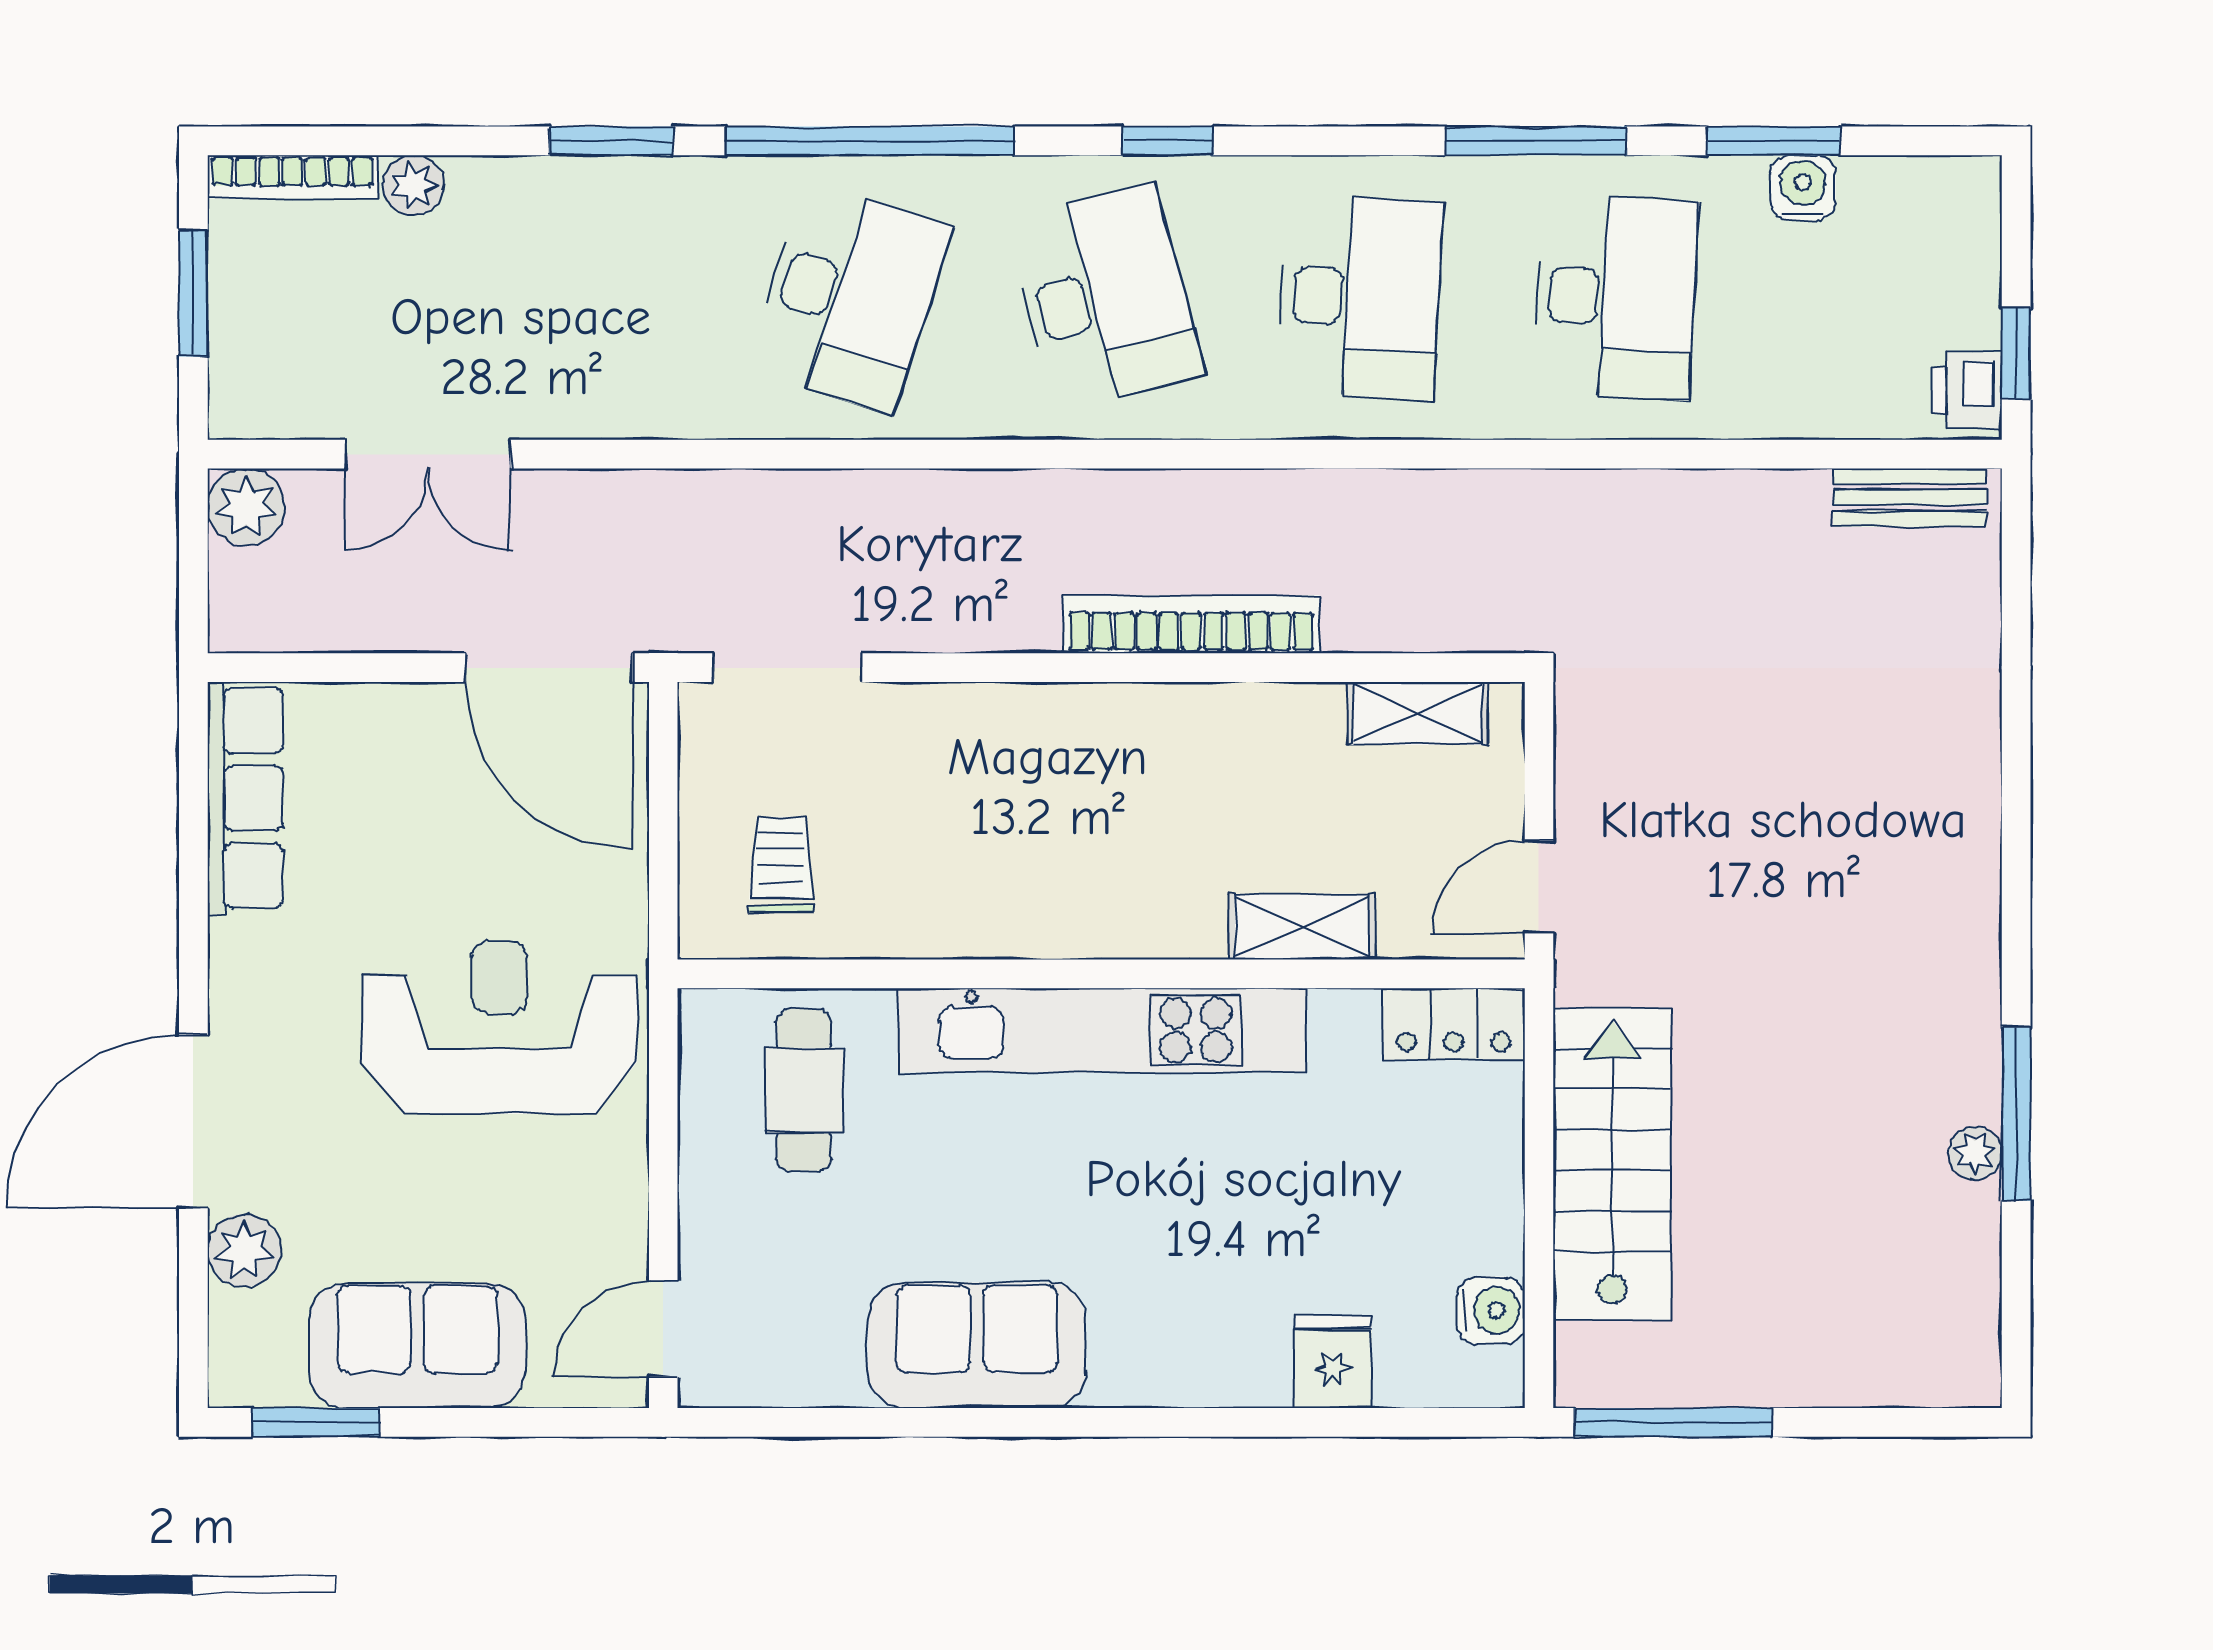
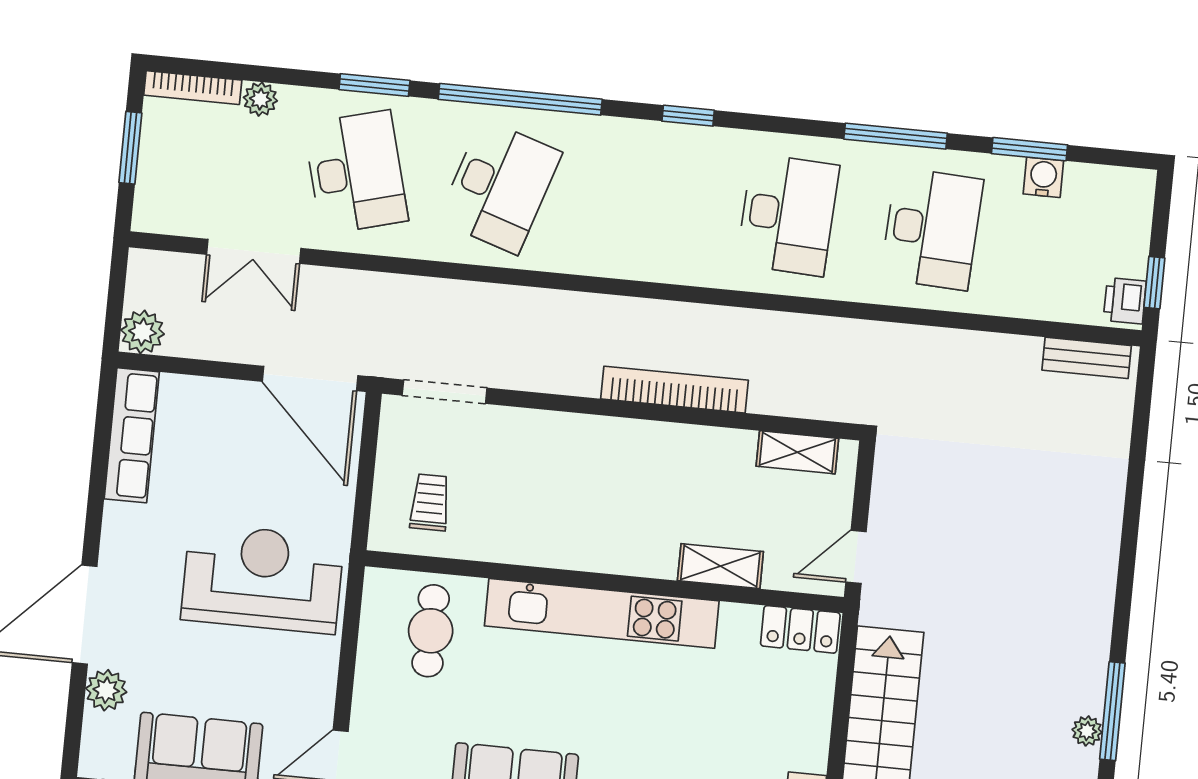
desk: (1105, 297) -> (356, 172), moved
plant: (246, 507) -> (142, 332), moved

